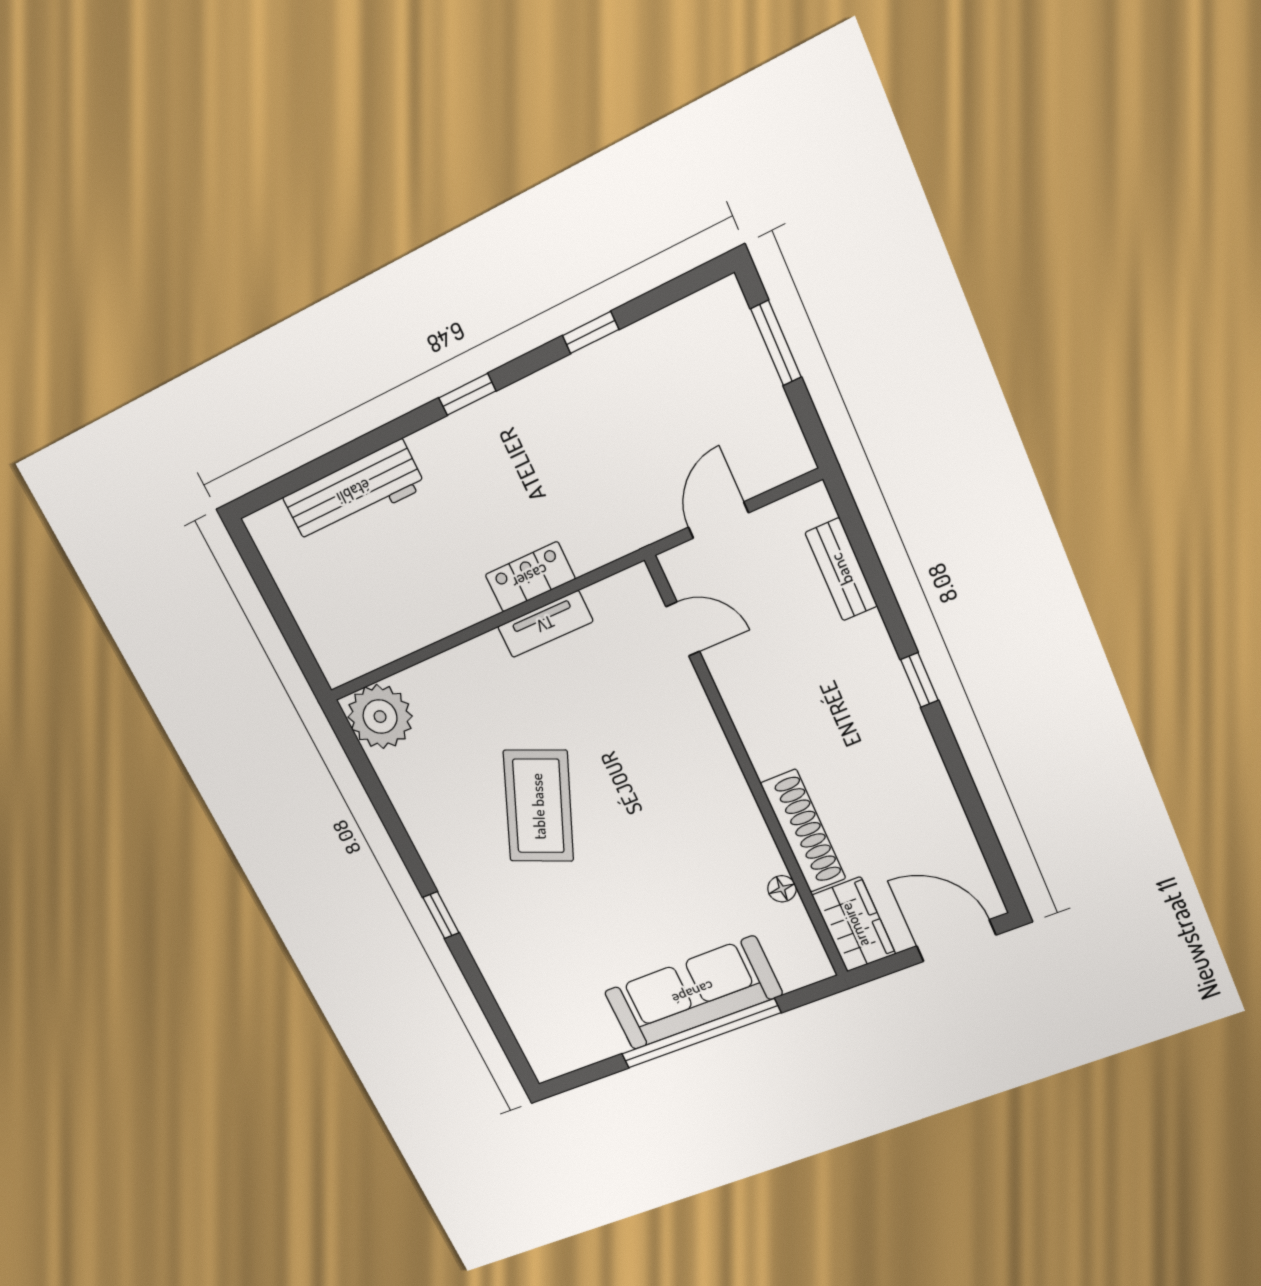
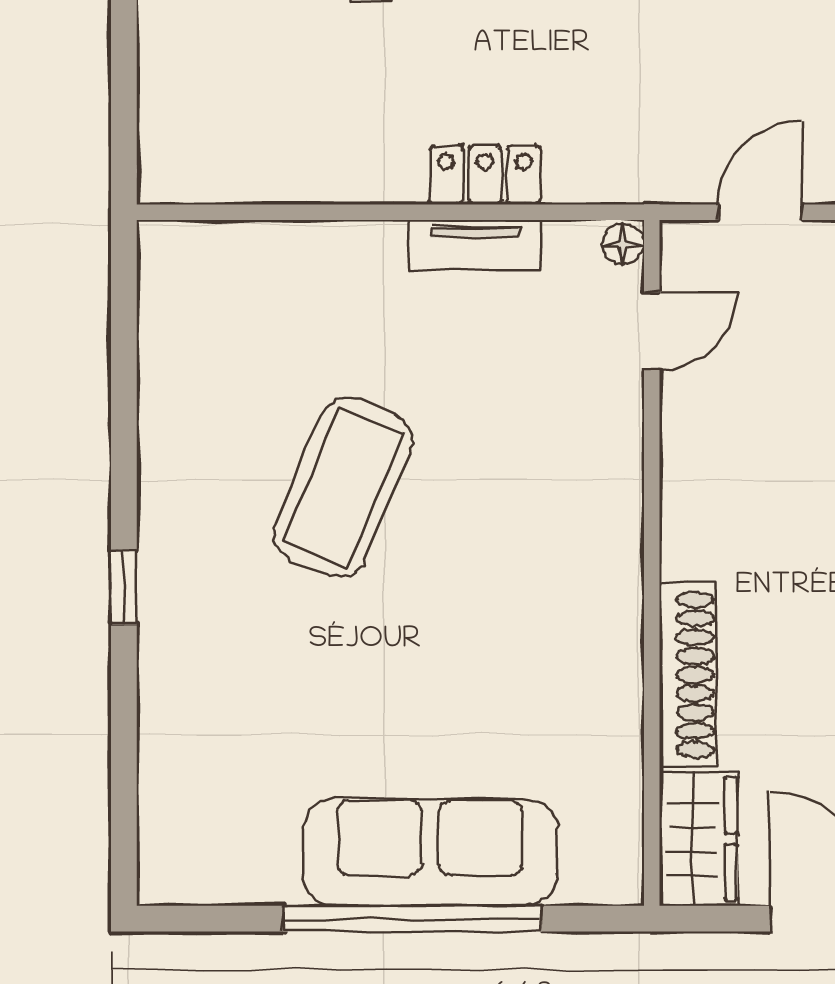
door: (683, 629) -> (652, 331), hinge flipped
plant: (380, 717) -> (186, 269), removed
floor lamp: (782, 889) -> (623, 244), moved

